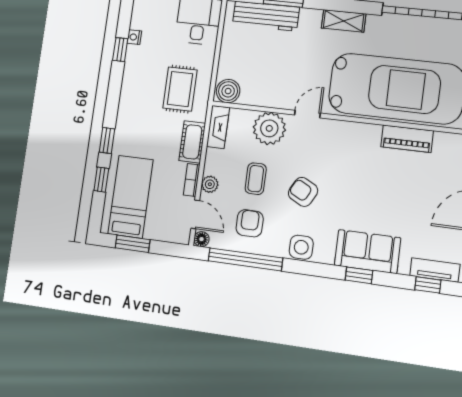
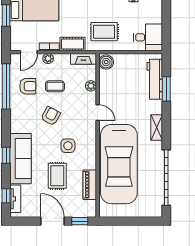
plant: (269, 128) -> (91, 86), width x0.53, depth x0.53
piano: (407, 139) -> (90, 185), moved
rug: (404, 193) -> (57, 176), added
floor lamp: (201, 239) -> (14, 58), removed
side table: (301, 247) -> (68, 146), moved
sofa: (368, 252) -> (21, 159), width x1.36

